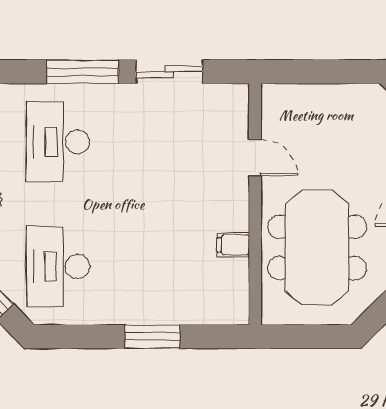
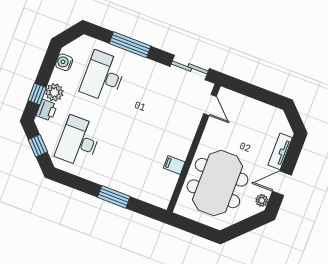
sliding door: (169, 72) -> (190, 68), moved
door: (255, 158) -> (210, 105), moved

